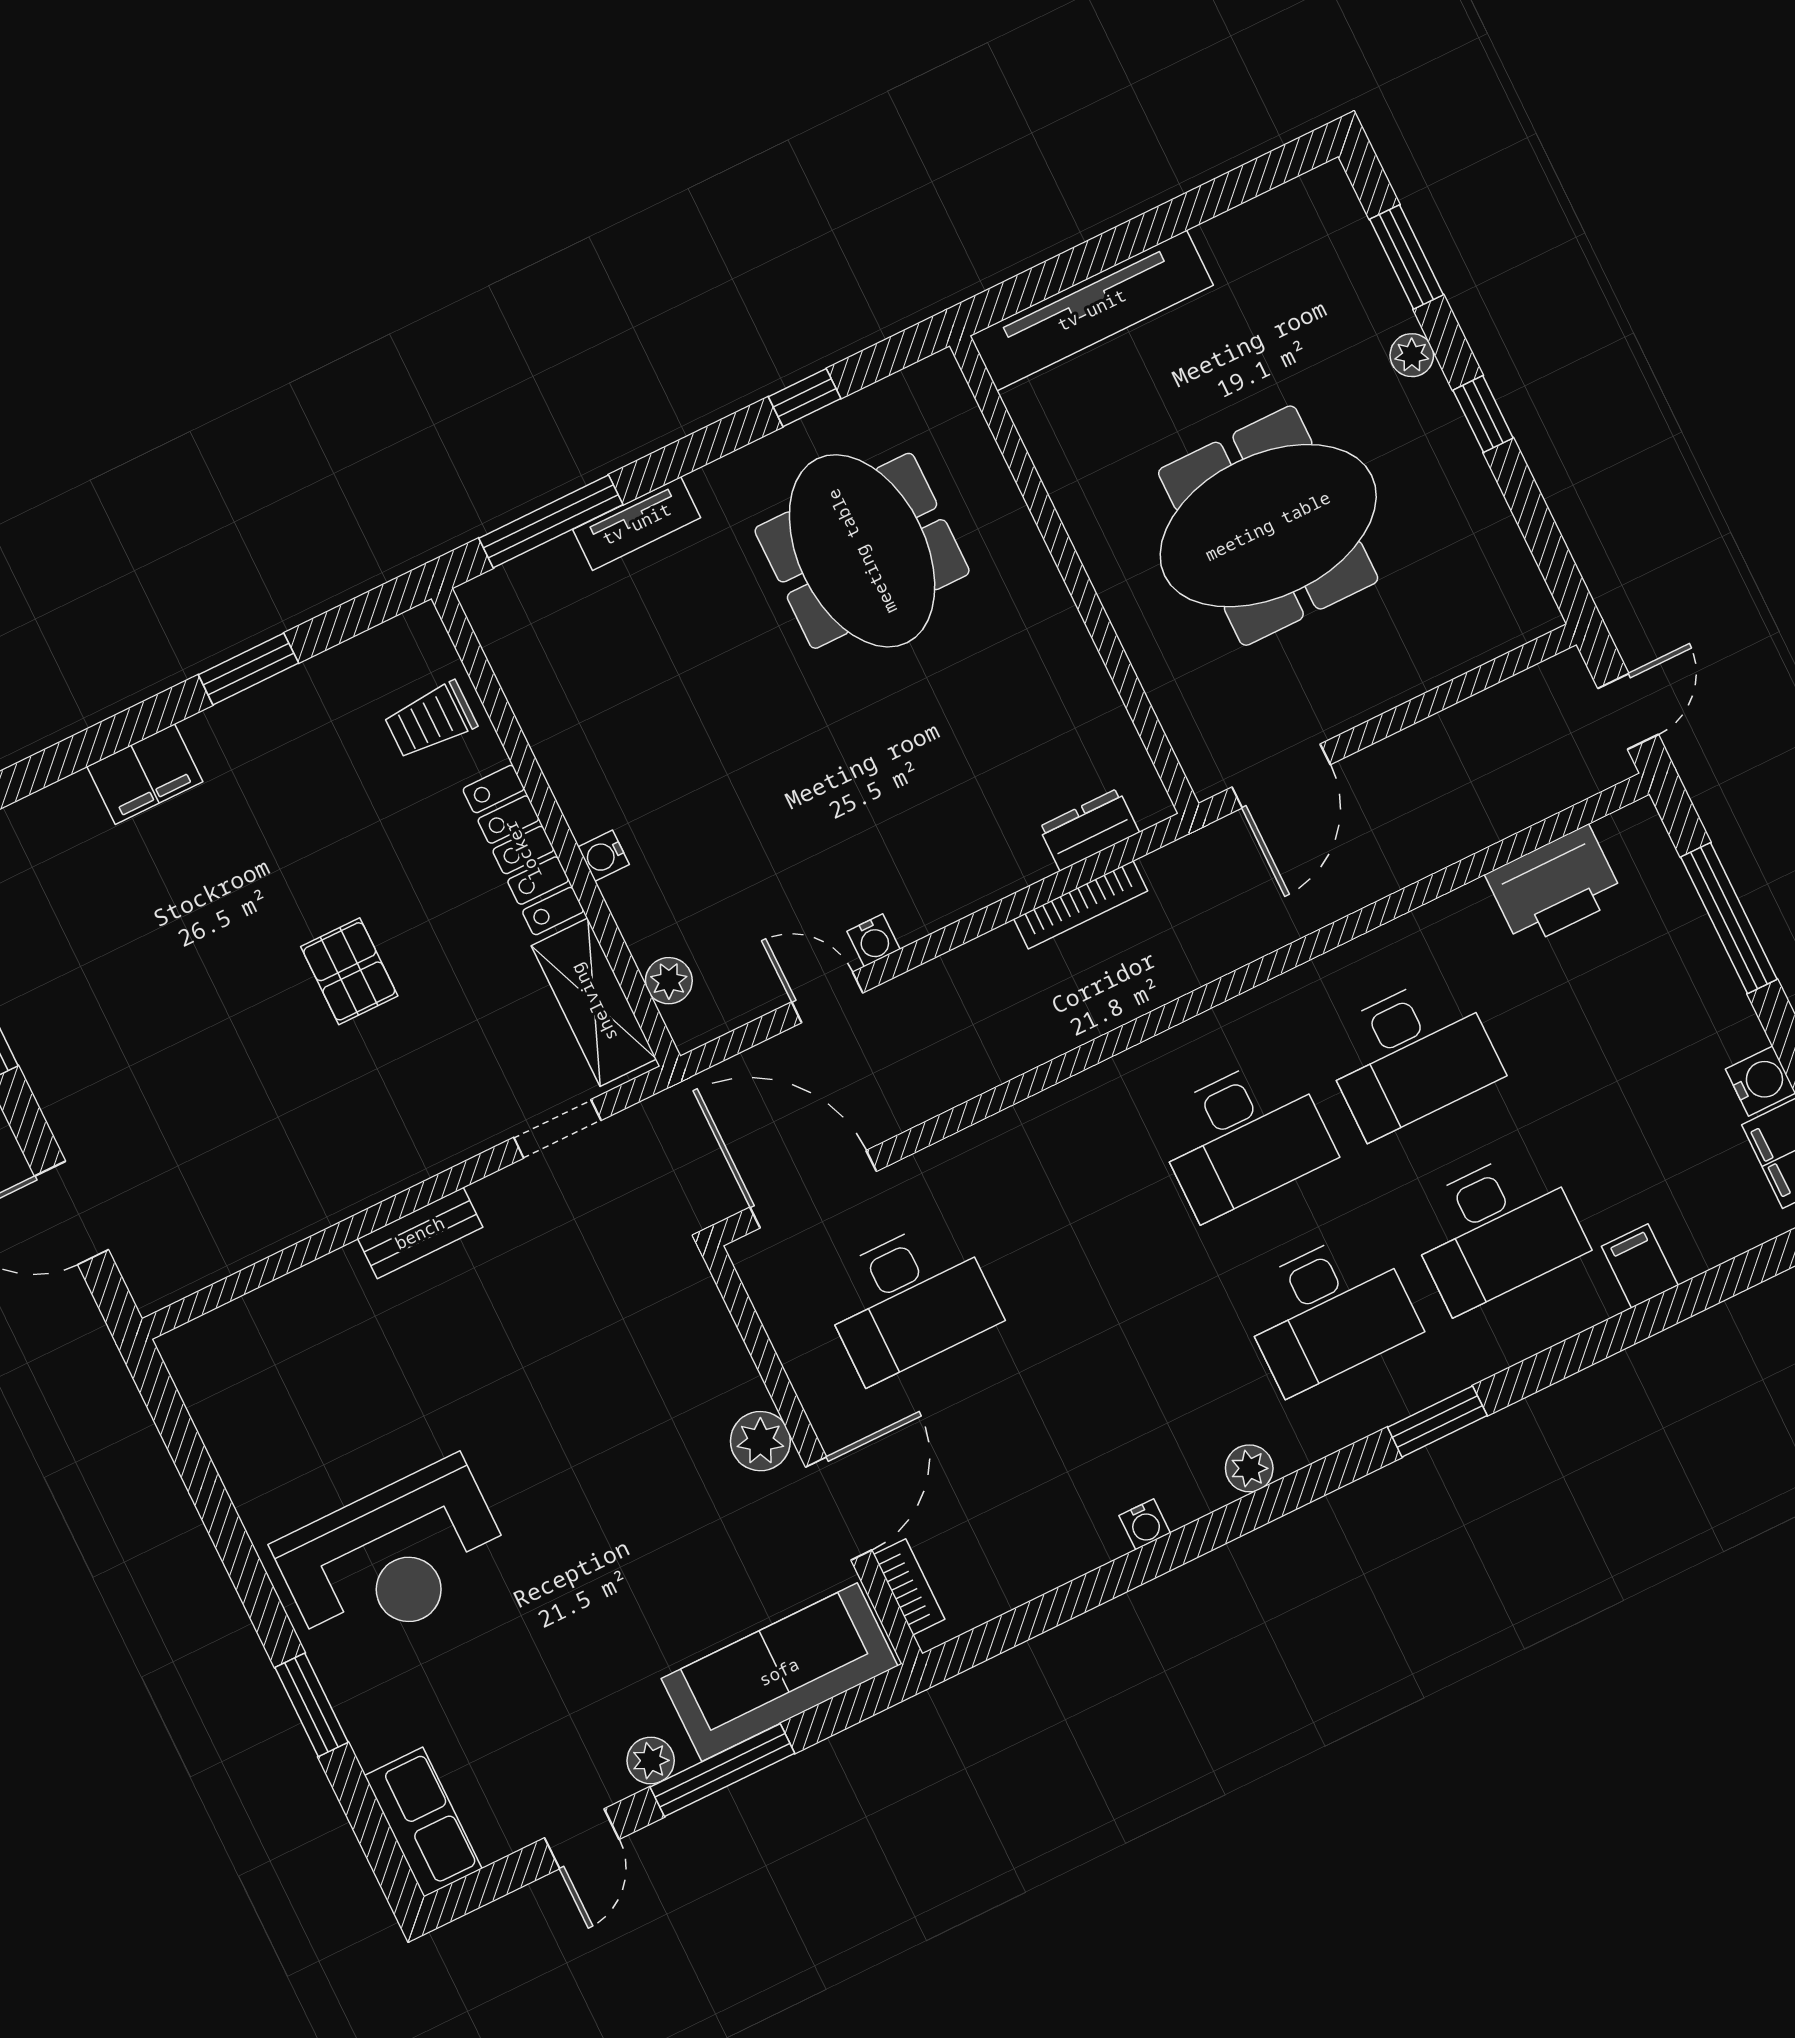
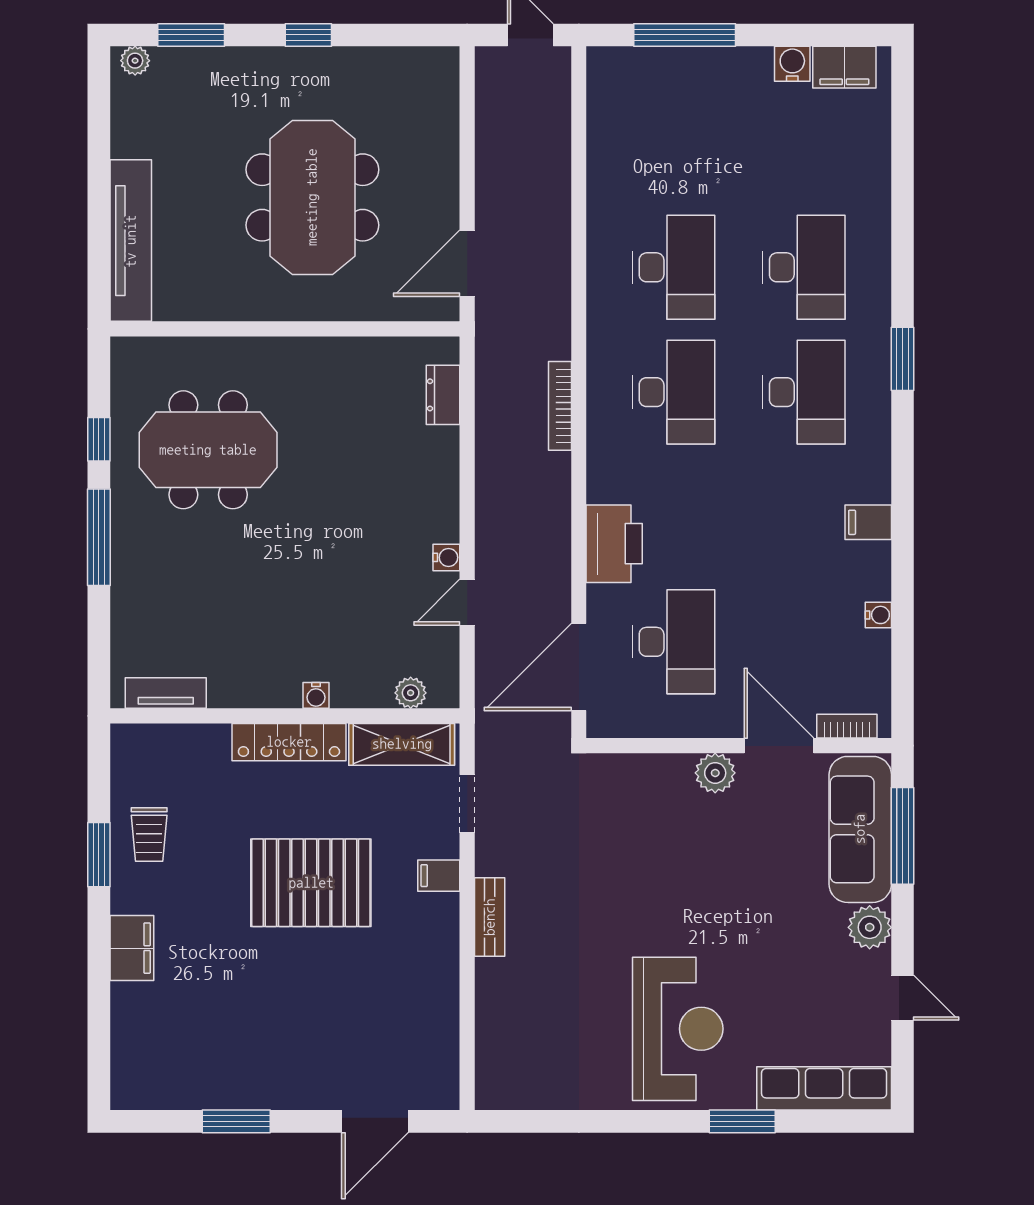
plant: (1412, 355) -> (135, 61), moved
window: (551, 521) -> (99, 537), moved
tv unit: (637, 524) -> (166, 693), moved, turned -90
trolley: (430, 720) -> (149, 834), moved
door: (1281, 776) -> (467, 263), swing flipped
printer: (1555, 886) -> (614, 544), moved
bookcase: (1081, 905) -> (560, 406), moved, turned 180
pallet: (349, 971) -> (311, 883), width x2.05, depth x2.00
filing cabinet: (442, 1138) -> (439, 876), added
filing cabinet: (1640, 1266) -> (868, 522), moved
plant: (1249, 1468) -> (875, 486), removed
water cooler: (1145, 1524) -> (878, 615), moved
plant: (651, 1761) -> (870, 927), width x1.38, depth x1.38
window: (722, 1770) -> (902, 836), moved
row of seats: (423, 1822) -> (824, 1088), width x1.48

